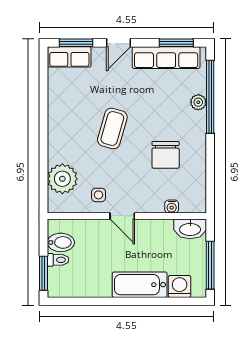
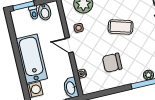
door: (122, 216) -> (69, 45), hinge flipped
bathtub: (140, 285) -> (32, 59), width x1.36, depth x1.36

